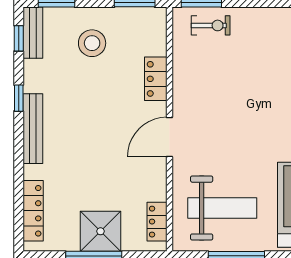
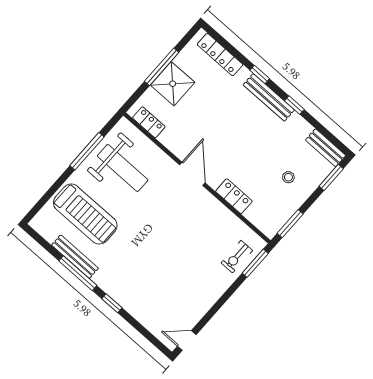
window: (19, 38) -> (260, 74), moved
stool: (92, 43) -> (288, 177), width x0.53, depth x0.53
weight bench: (222, 208) -> (123, 168), turned -90

